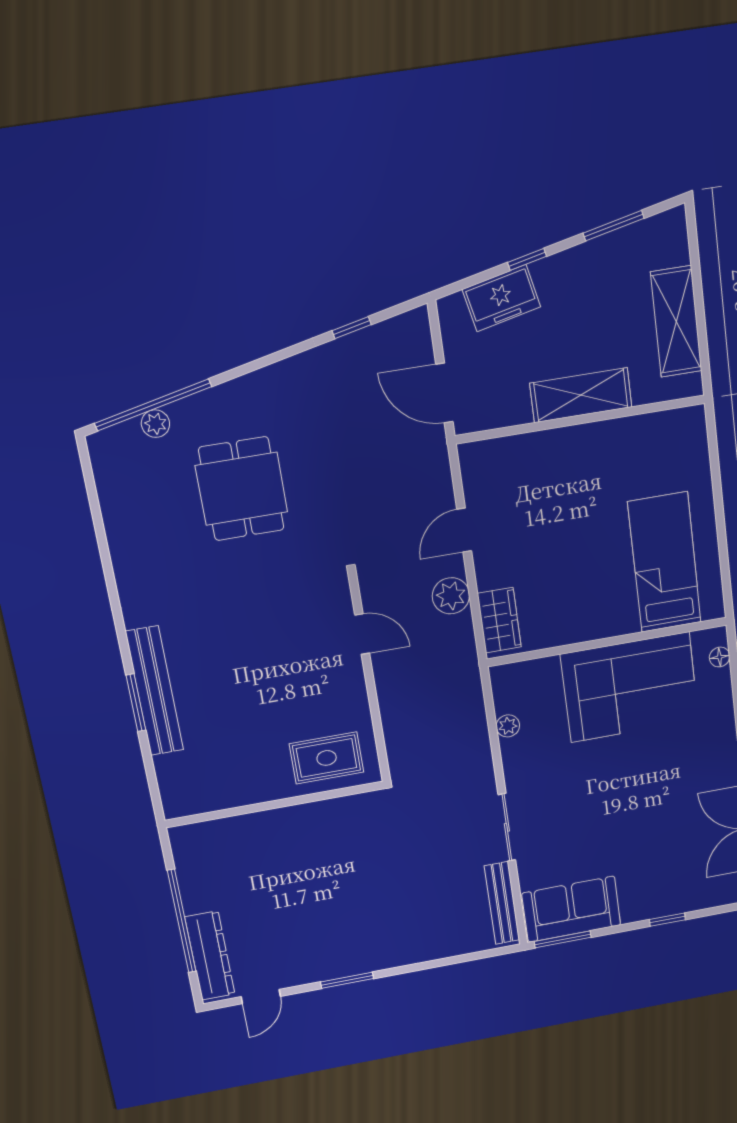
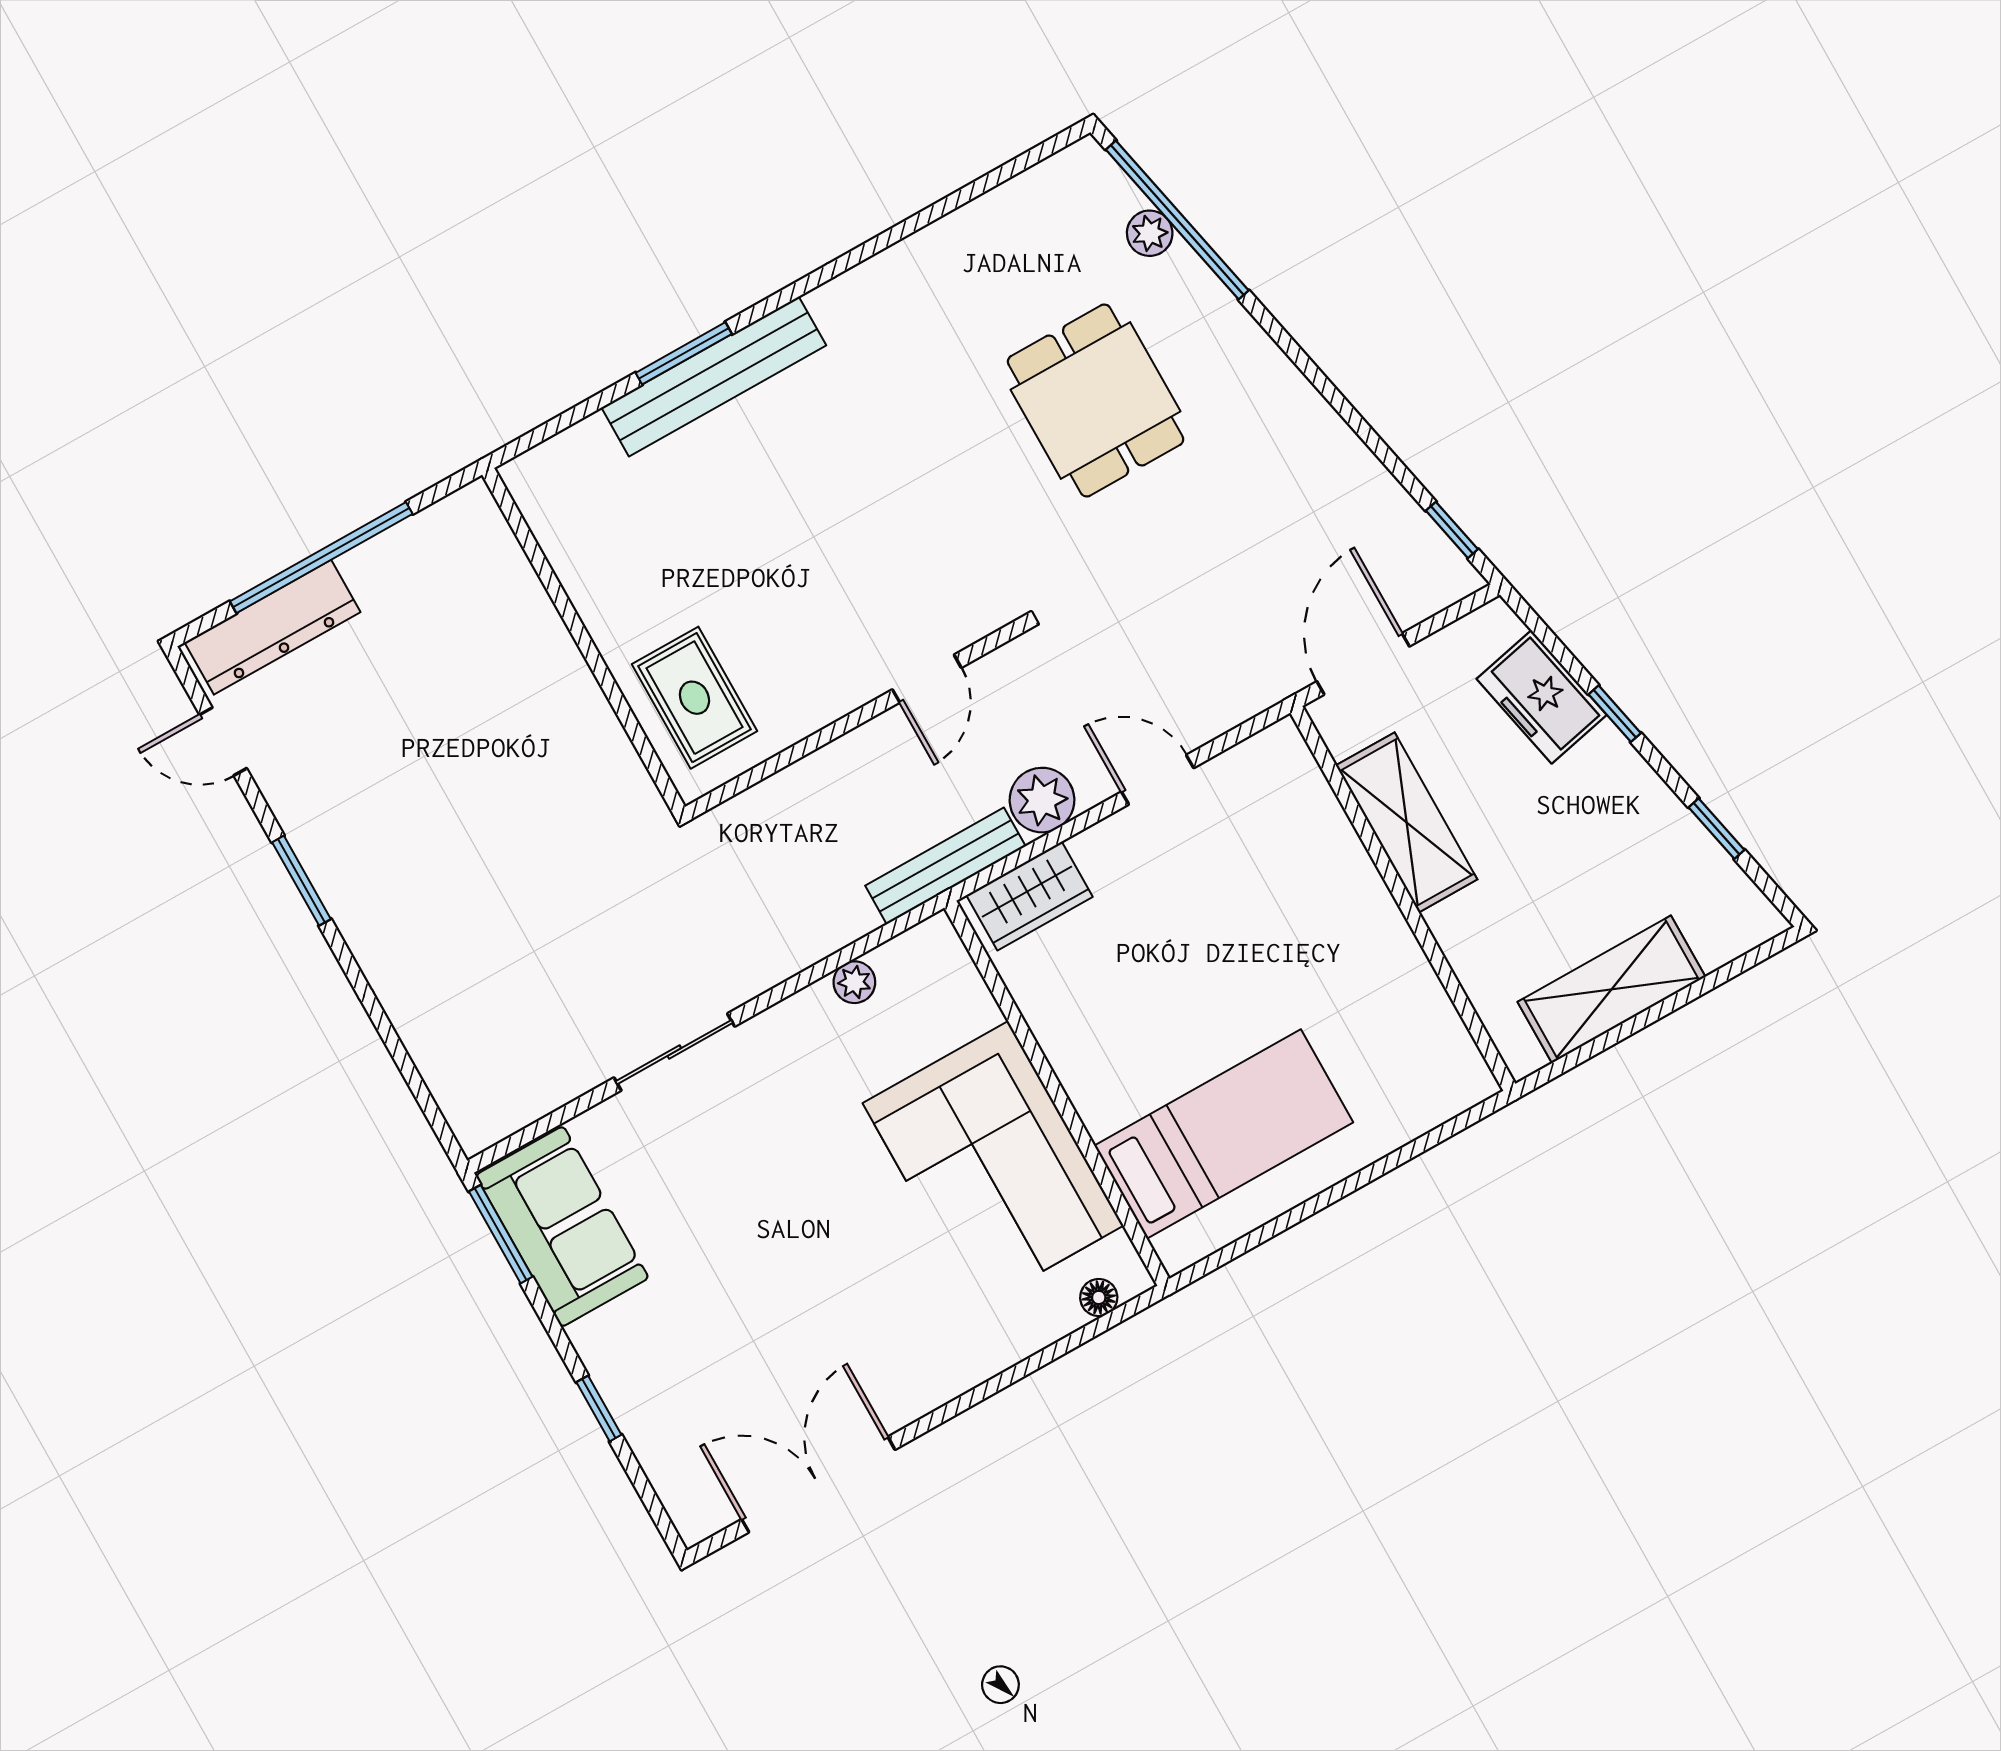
window: (614, 226) -> (1717, 829), width x0.67
window: (352, 328) -> (1452, 530), moved
shelving: (581, 395) -> (1407, 822), moved
dining table: (241, 489) -> (1096, 401), turned 90
bench: (502, 903) -> (945, 866), moved

